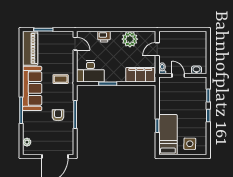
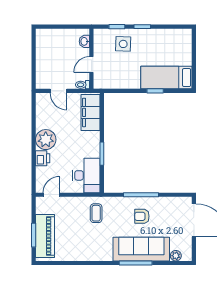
plant: (130, 39) -> (46, 140), moved
piano: (30, 48) -> (45, 236), moved, turned 90
sofa: (32, 88) -> (141, 249), moved
side table: (190, 144) -> (123, 44), moved

